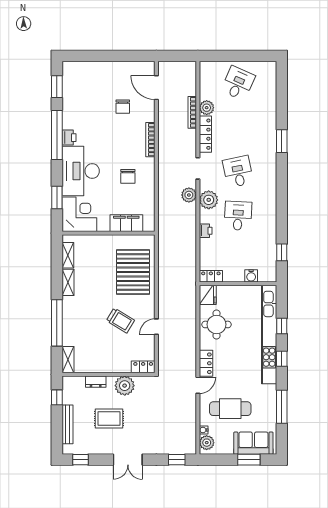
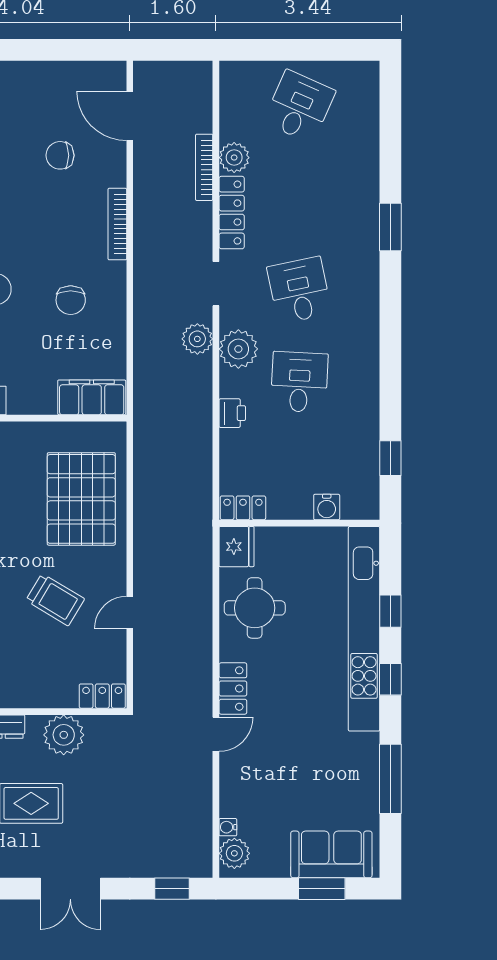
chair: (123, 107) -> (60, 155), turned 90
filing cabinet: (126, 223) -> (92, 397), moved
cafe table: (230, 409) -> (283, 783), removed

